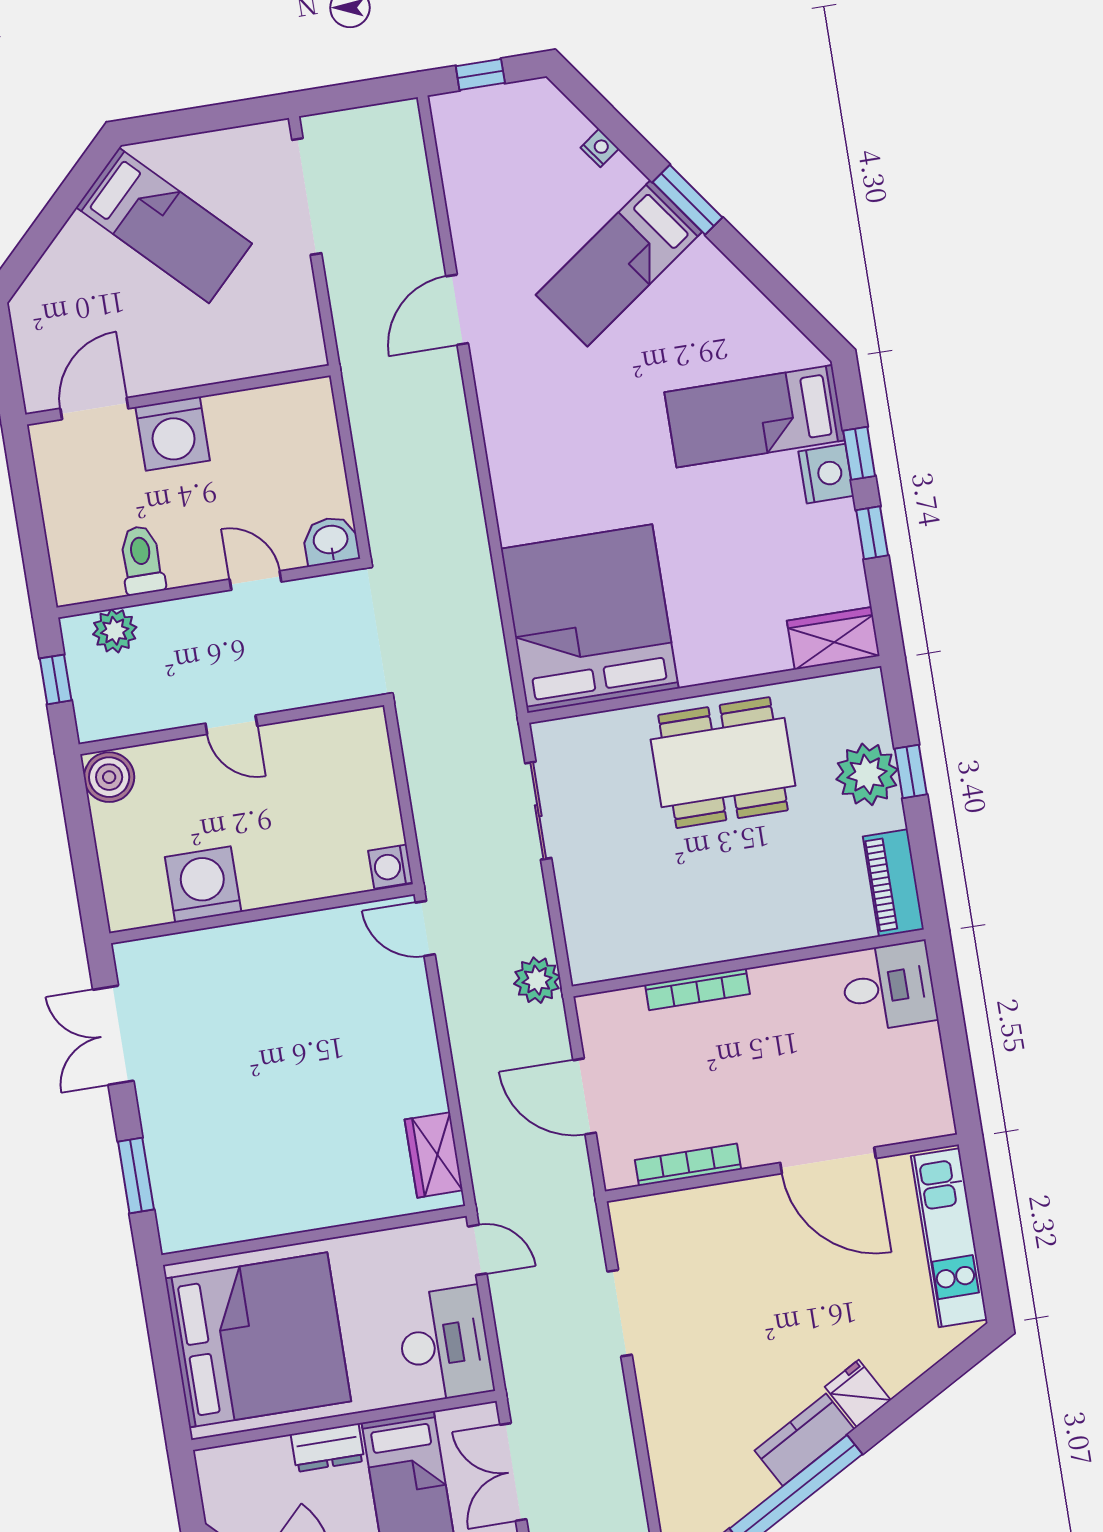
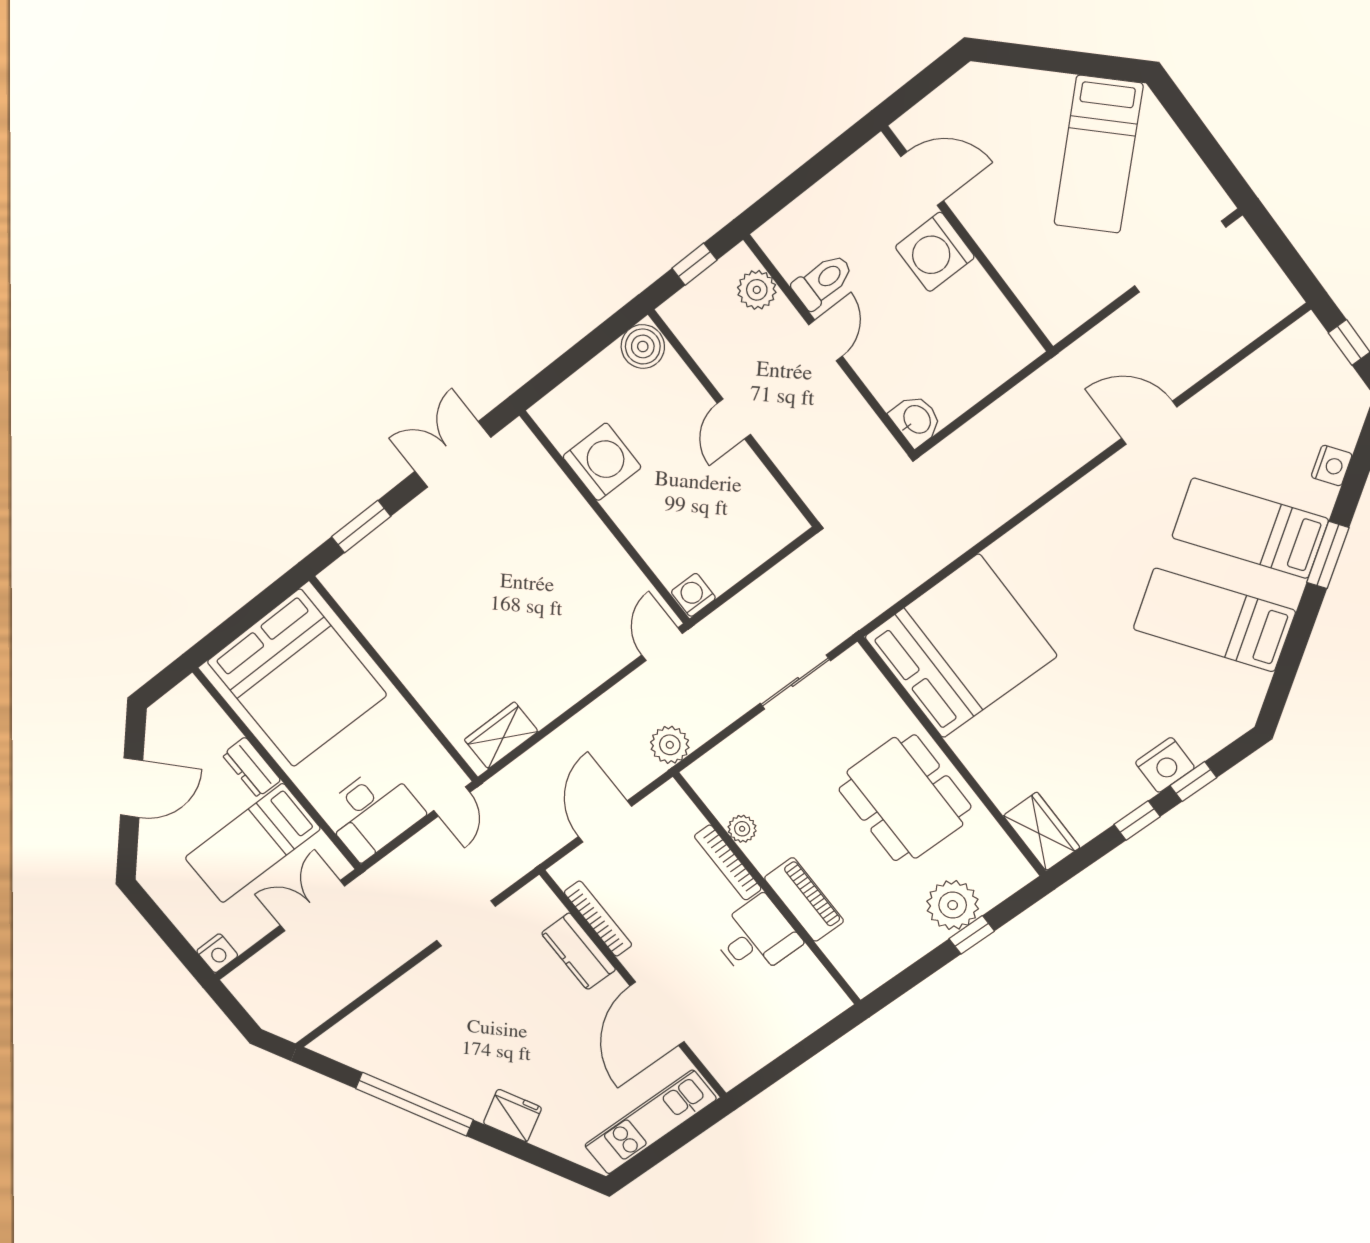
nightstand: (600, 148) -> (1332, 466), width x1.39, depth x1.35
bed: (755, 416) -> (1214, 620), moved, turned -36
door: (255, 581) -> (825, 340), moved
piano: (893, 883) -> (804, 900), moved, turned 90
plant: (668, 954) -> (742, 829), added
desk: (888, 987) -> (756, 938), moved, turned -90
fridge: (858, 1393) -> (512, 1116), width x1.38
kitchen counter: (804, 1440) -> (578, 951), moved, turned -151

